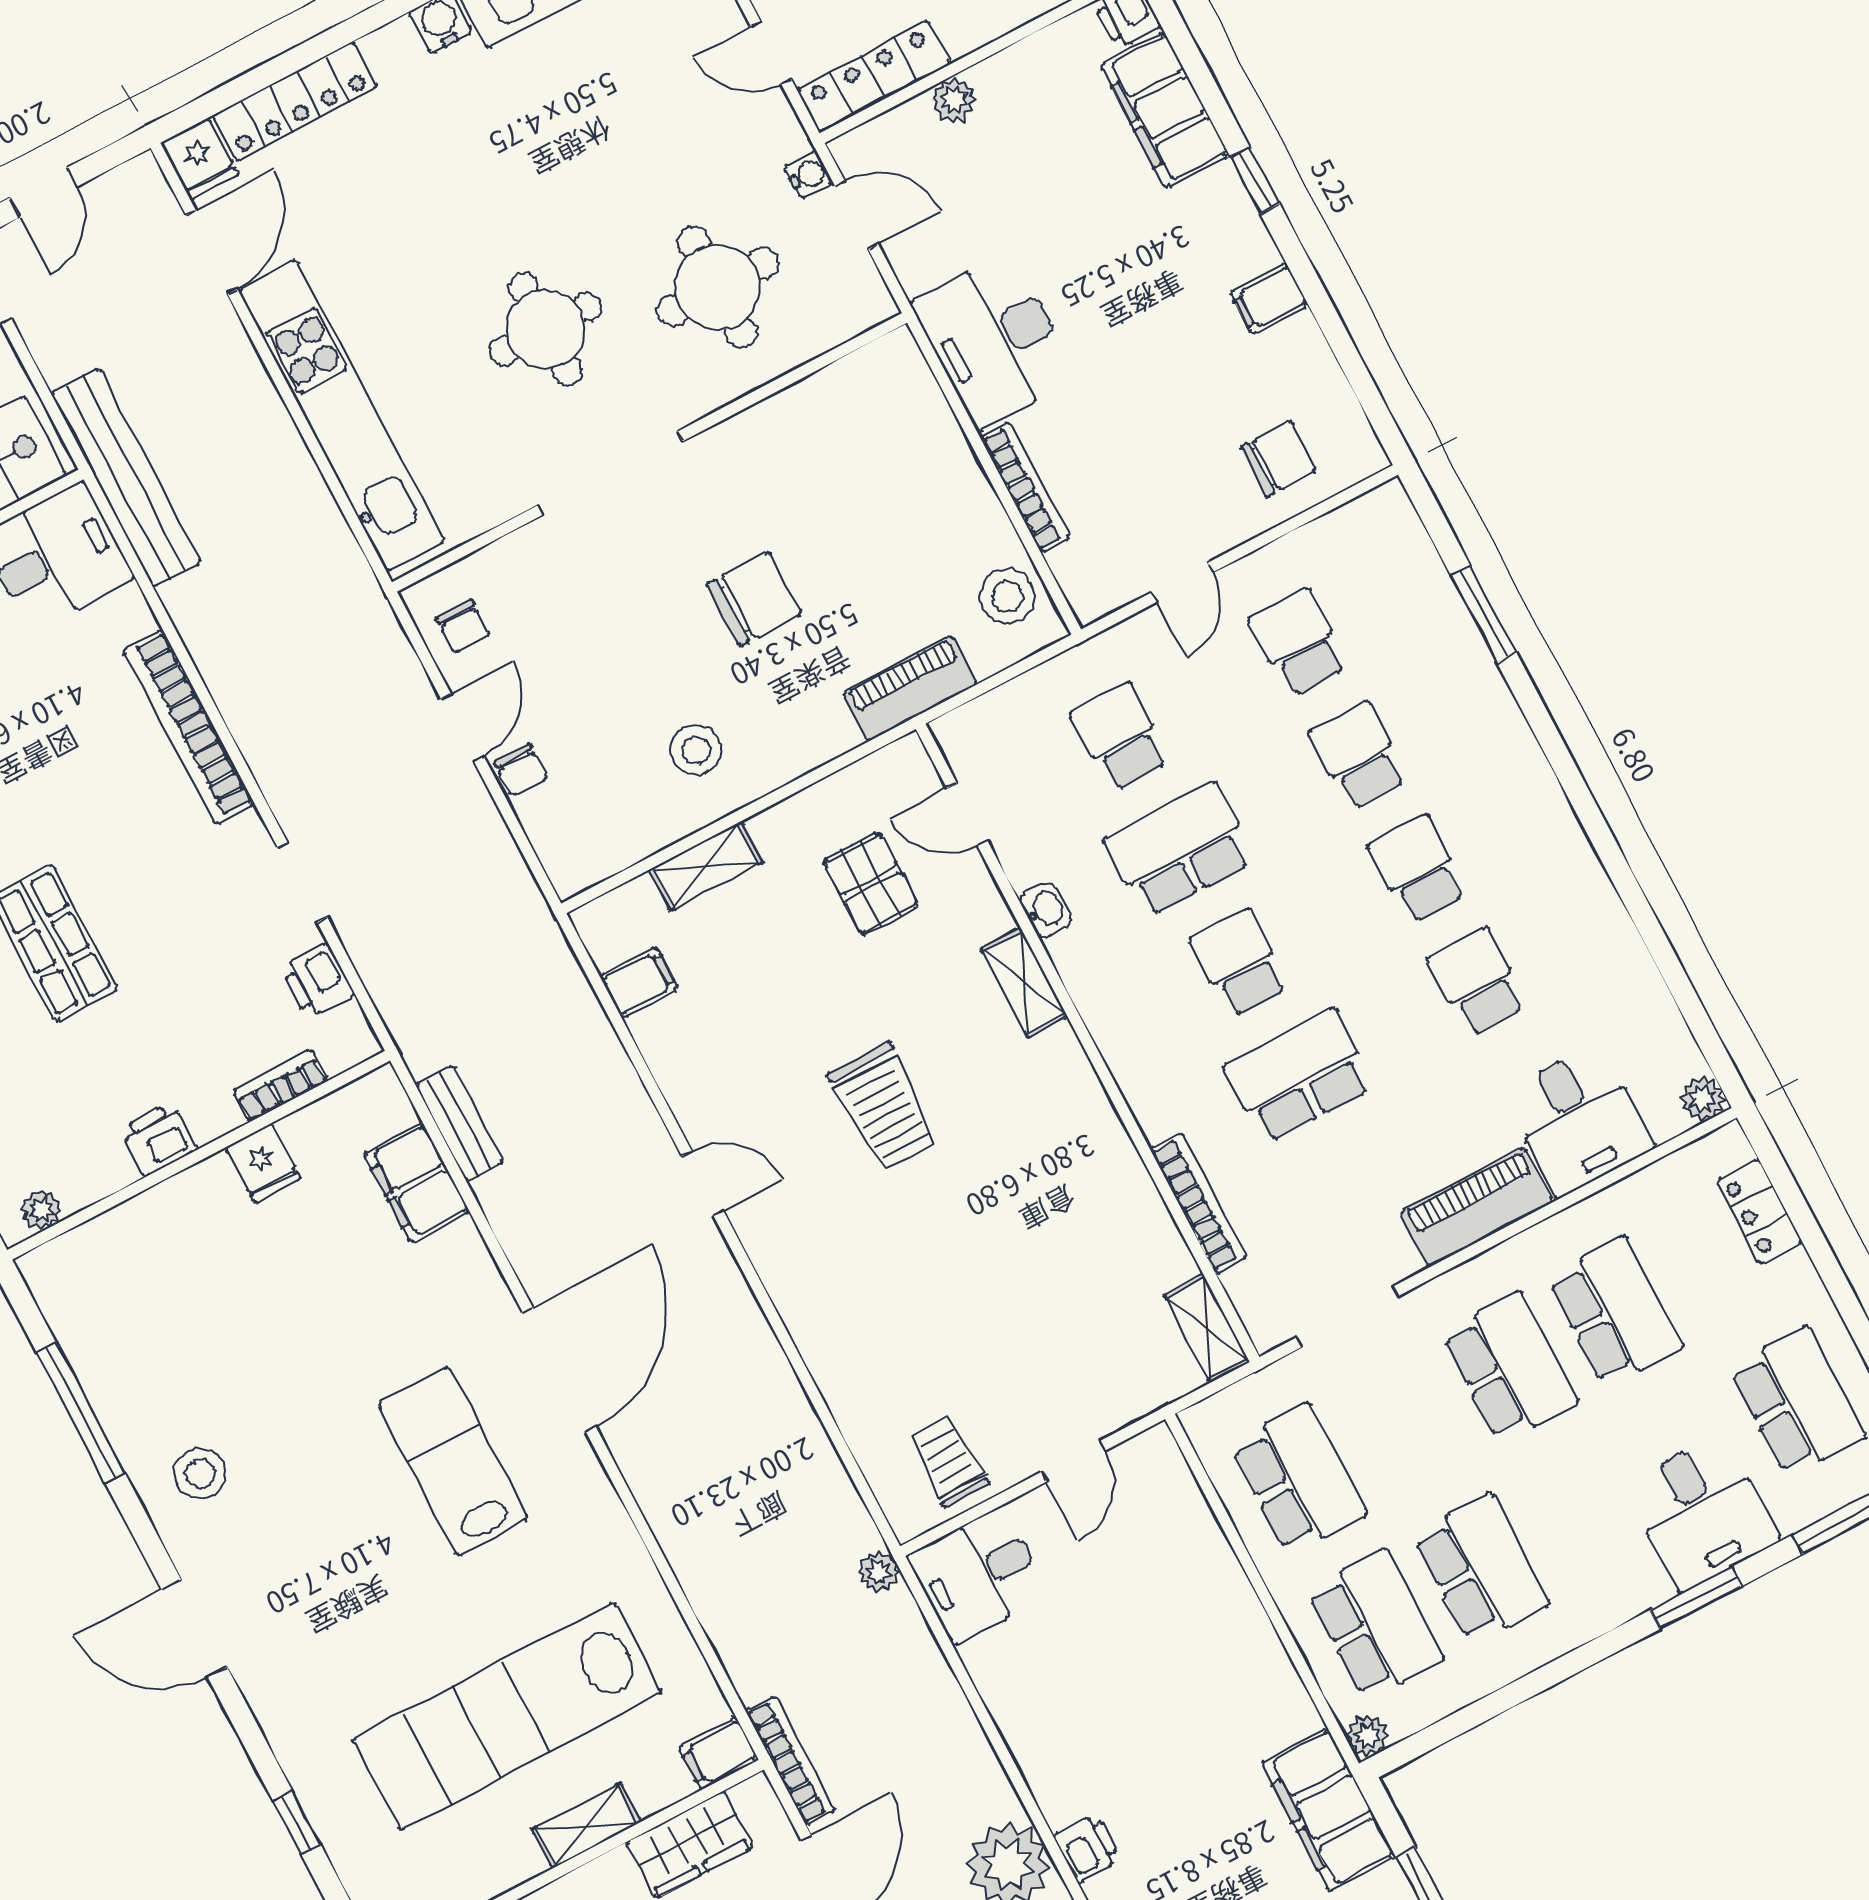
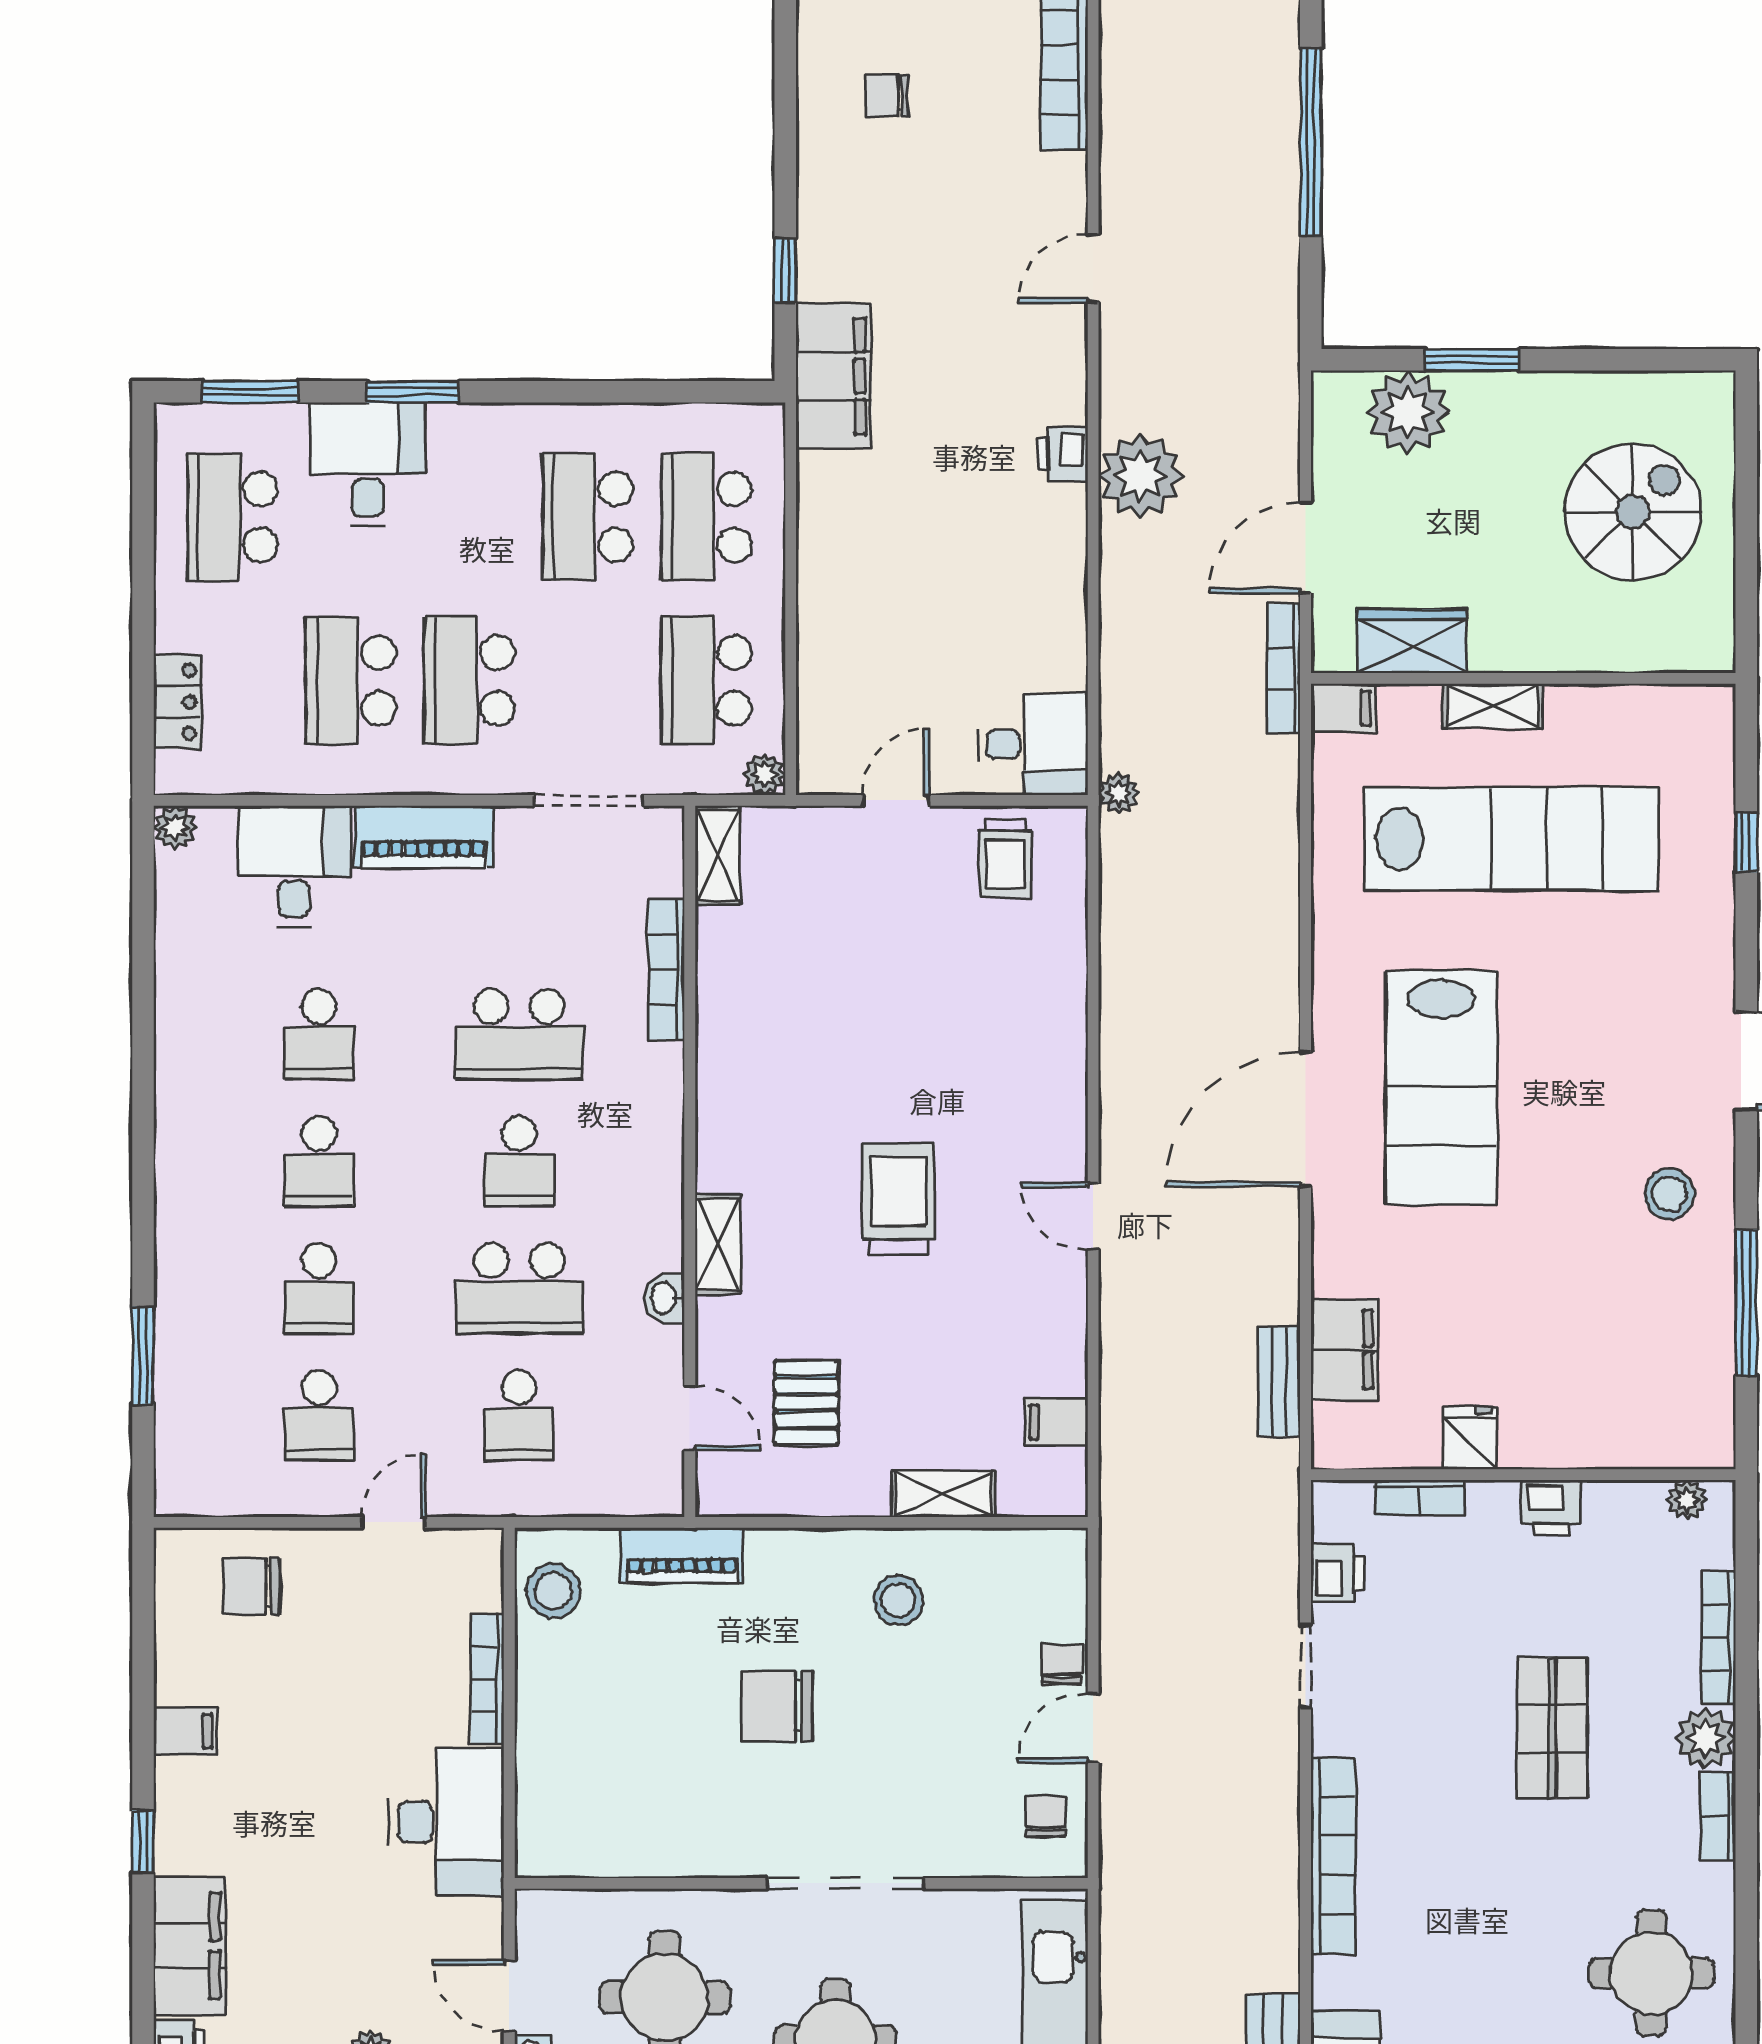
lab bench: (453, 1461) -> (1441, 1088), width x1.36, depth x1.39
plant: (1368, 1736) -> (765, 774), moved

